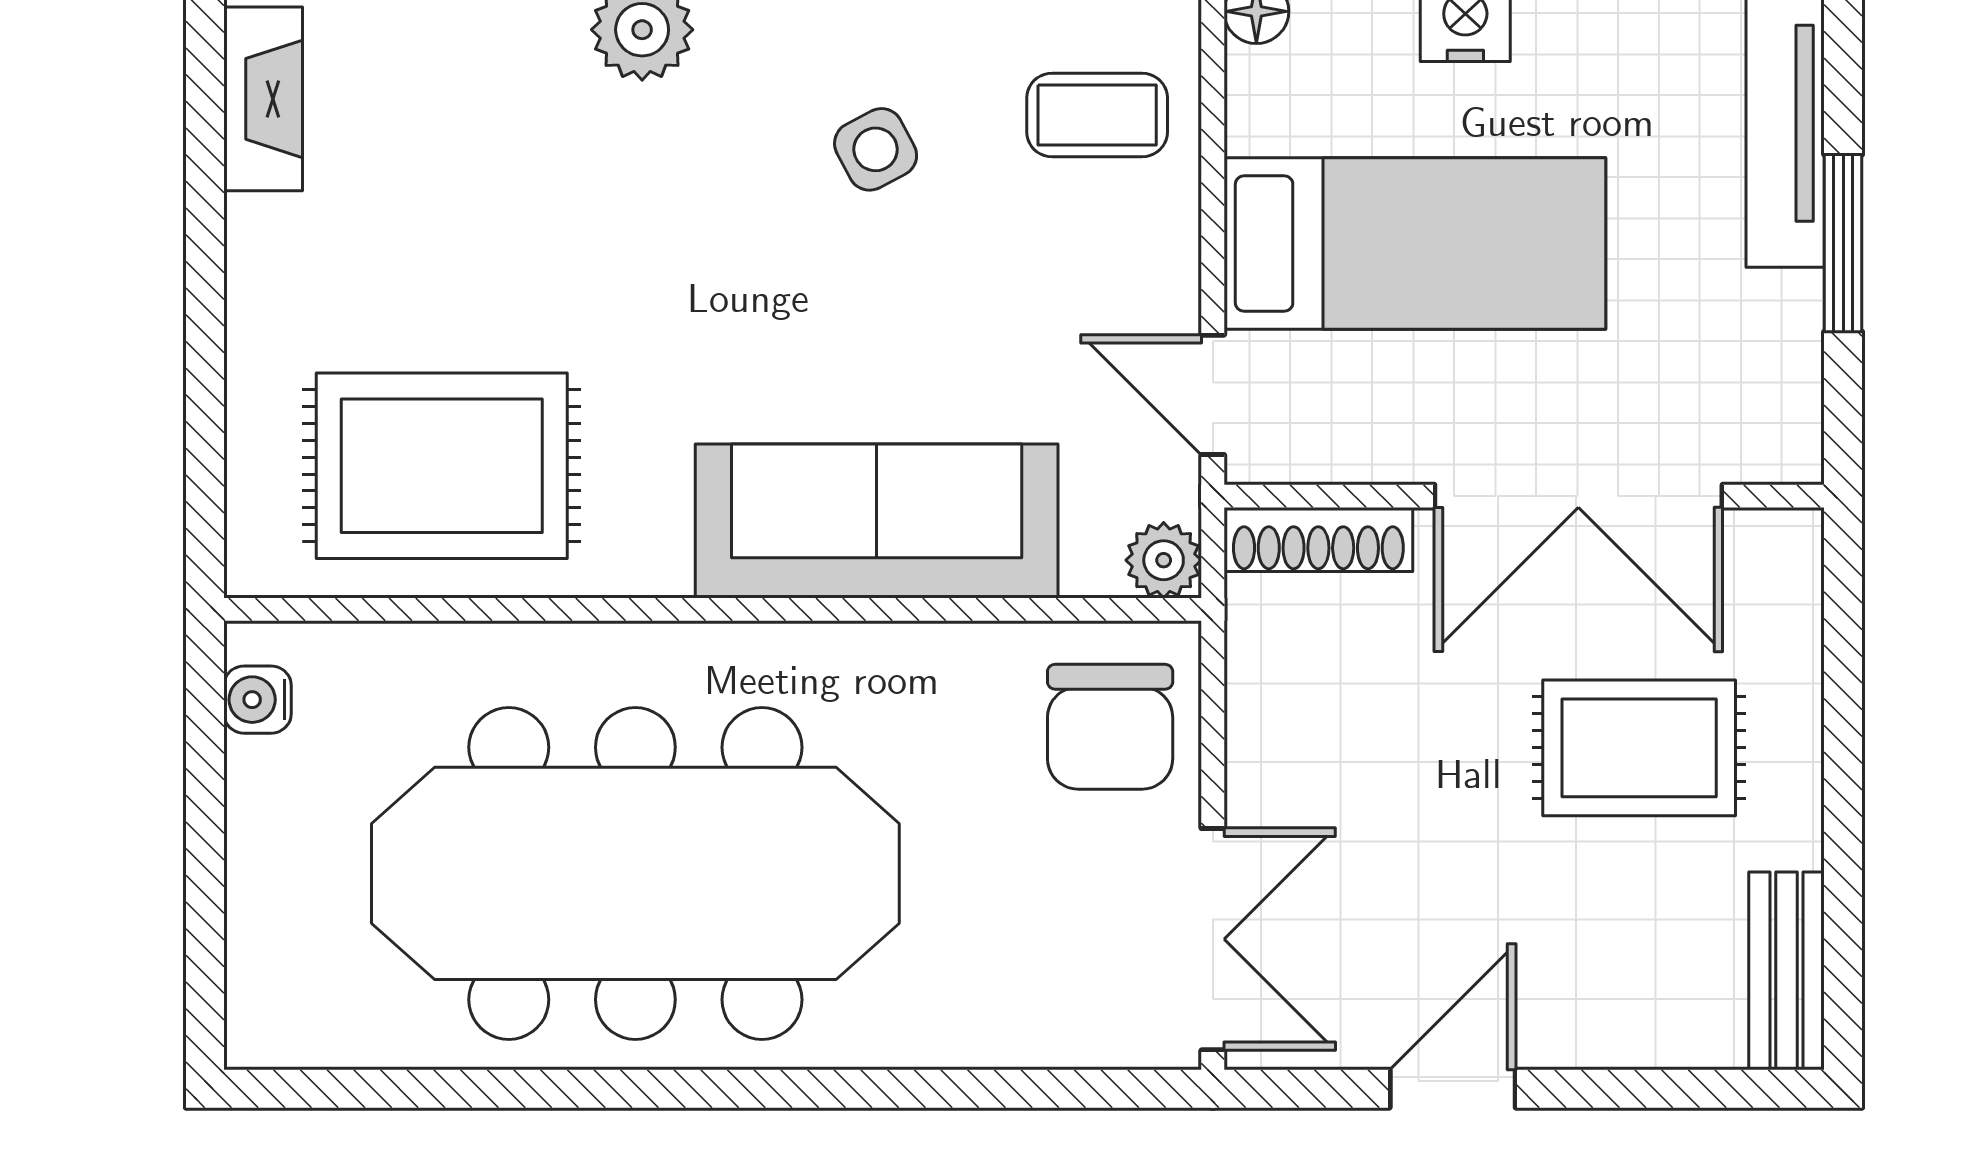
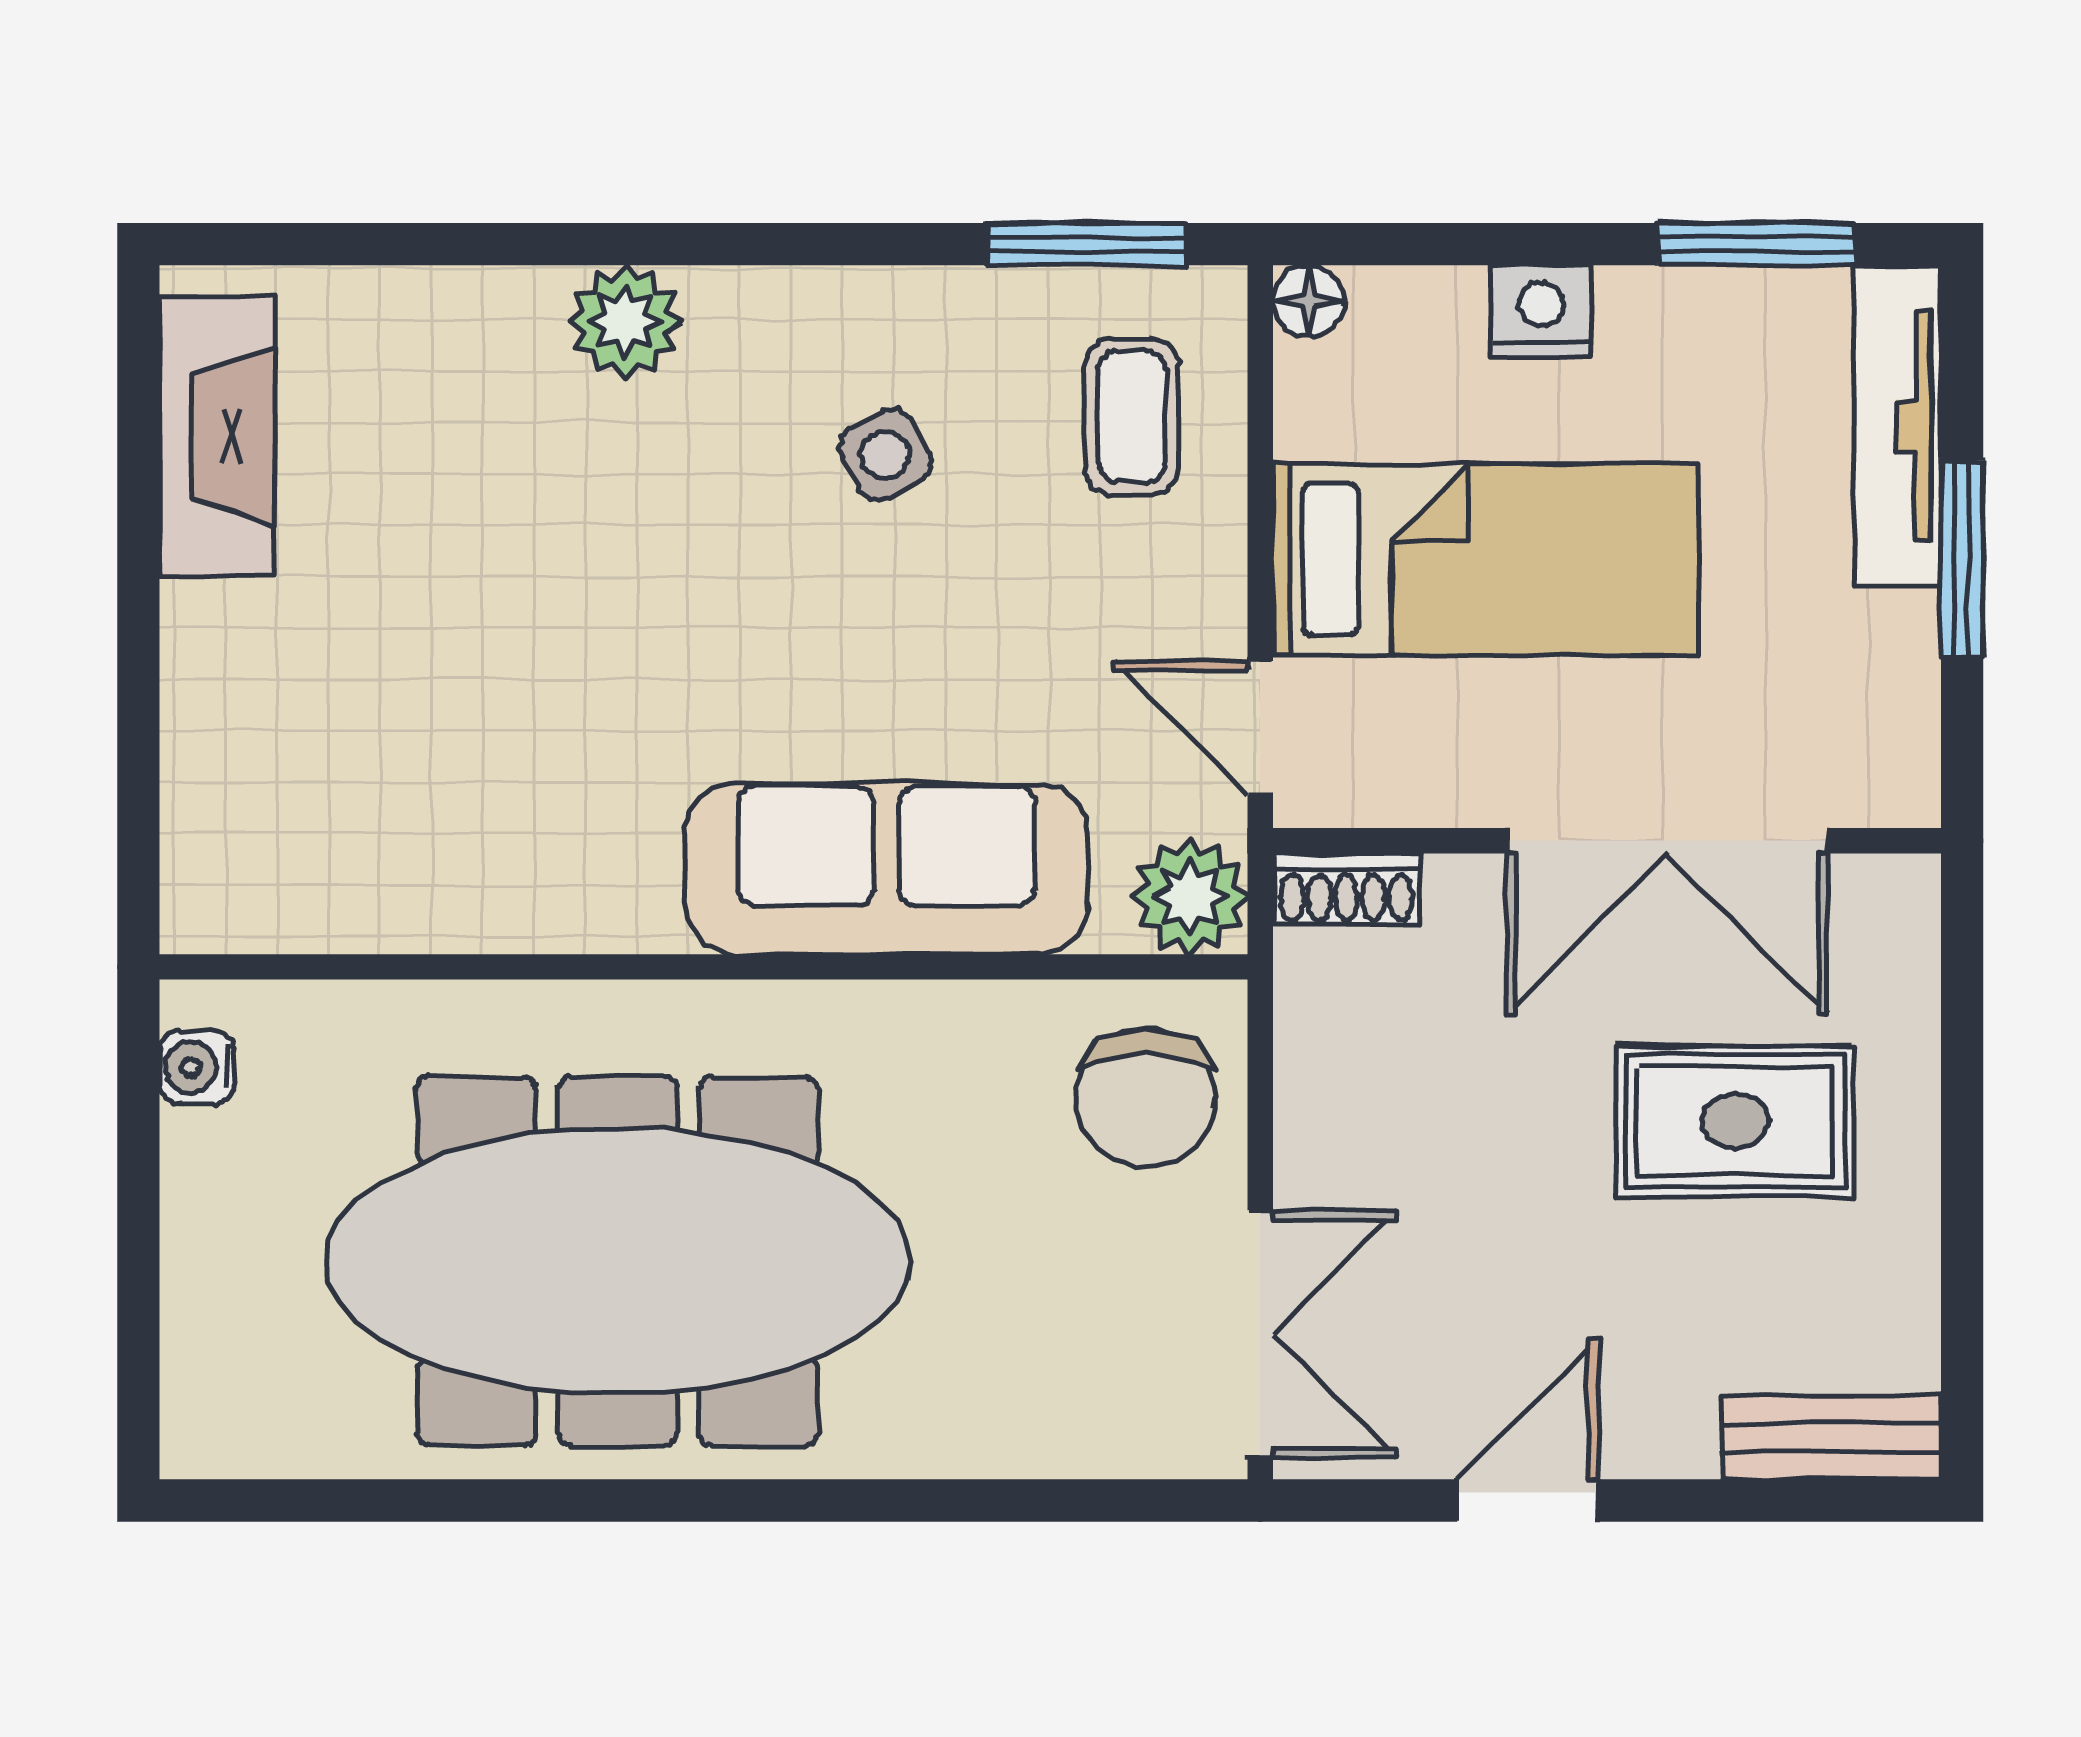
fireplace: (263, 99) -> (217, 436), width x1.37, depth x1.32
coffee table: (1097, 115) -> (1132, 417), turned 90
rug: (442, 466) -> (402, 807), removed
shoe rack: (1318, 540) -> (1346, 889), width x0.70
plant: (1164, 560) -> (1190, 896), width x1.38, depth x1.38
bench: (1787, 971) -> (1831, 1438), moved, turned 90

